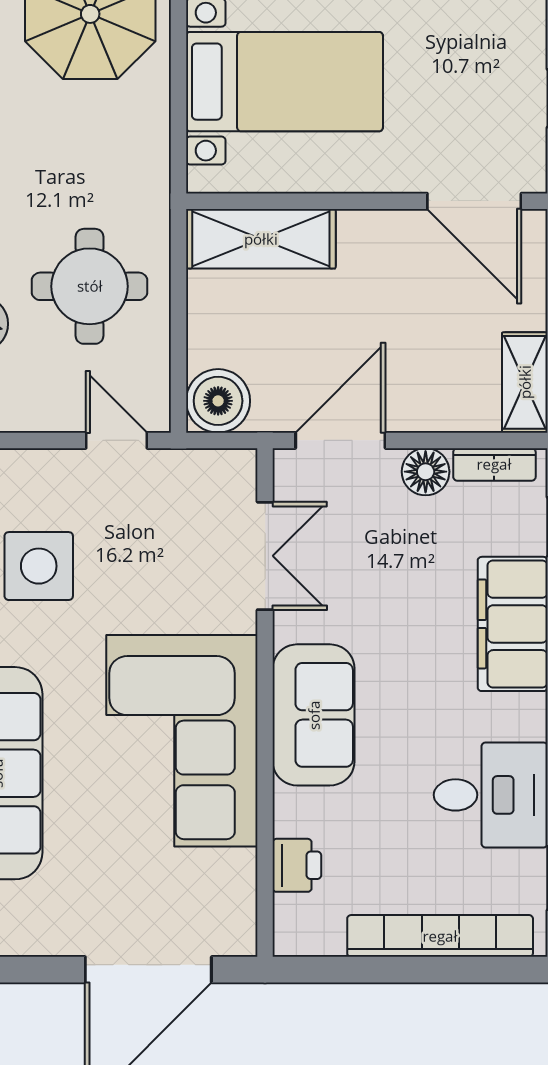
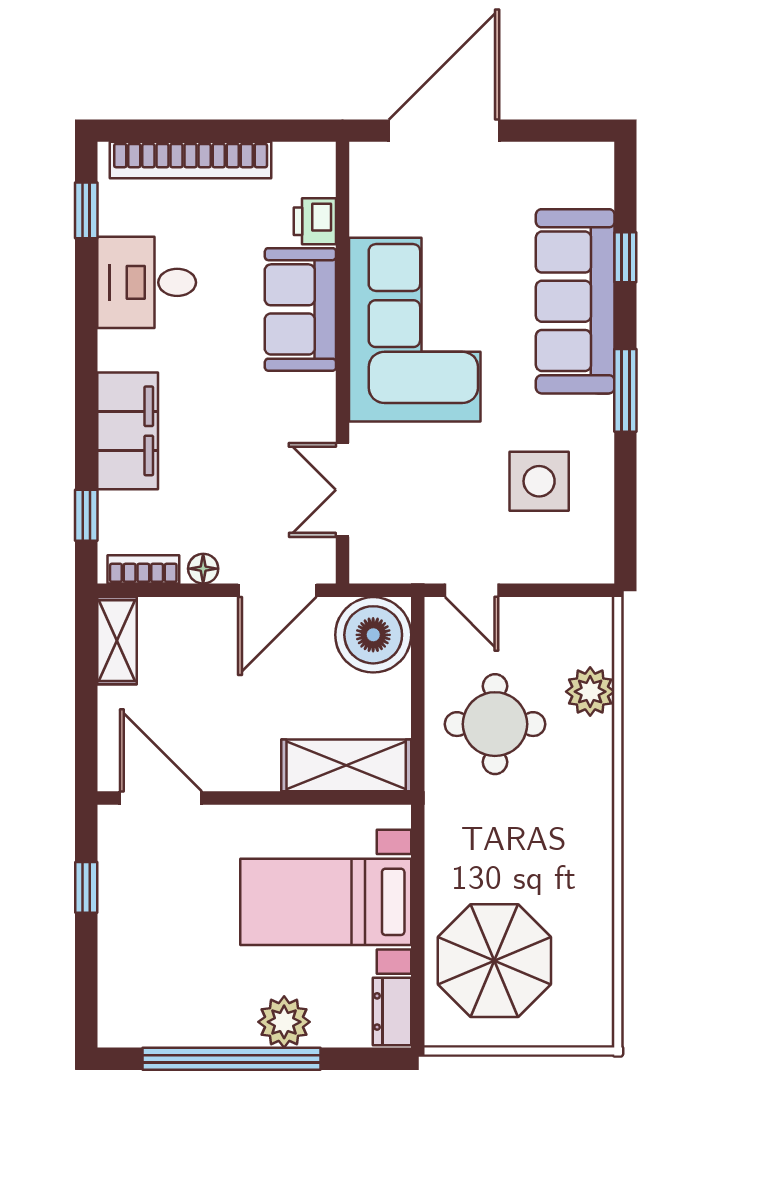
boiler: (218, 401) -> (373, 635), width x1.37, depth x1.37
floor lamp: (426, 472) -> (203, 569), width x0.73, depth x0.73
sofa: (314, 715) -> (300, 309), moved

